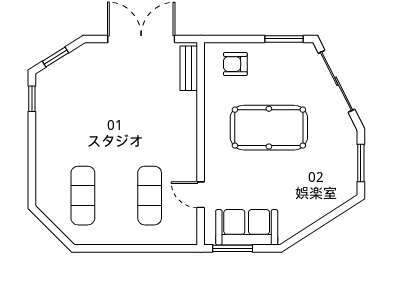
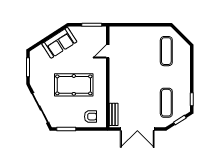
door: (201, 195) -> (108, 51), swing flipped
exercise mat: (150, 196) -> (166, 103), moved
sofa: (247, 227) -> (59, 43), moved, turned -33

